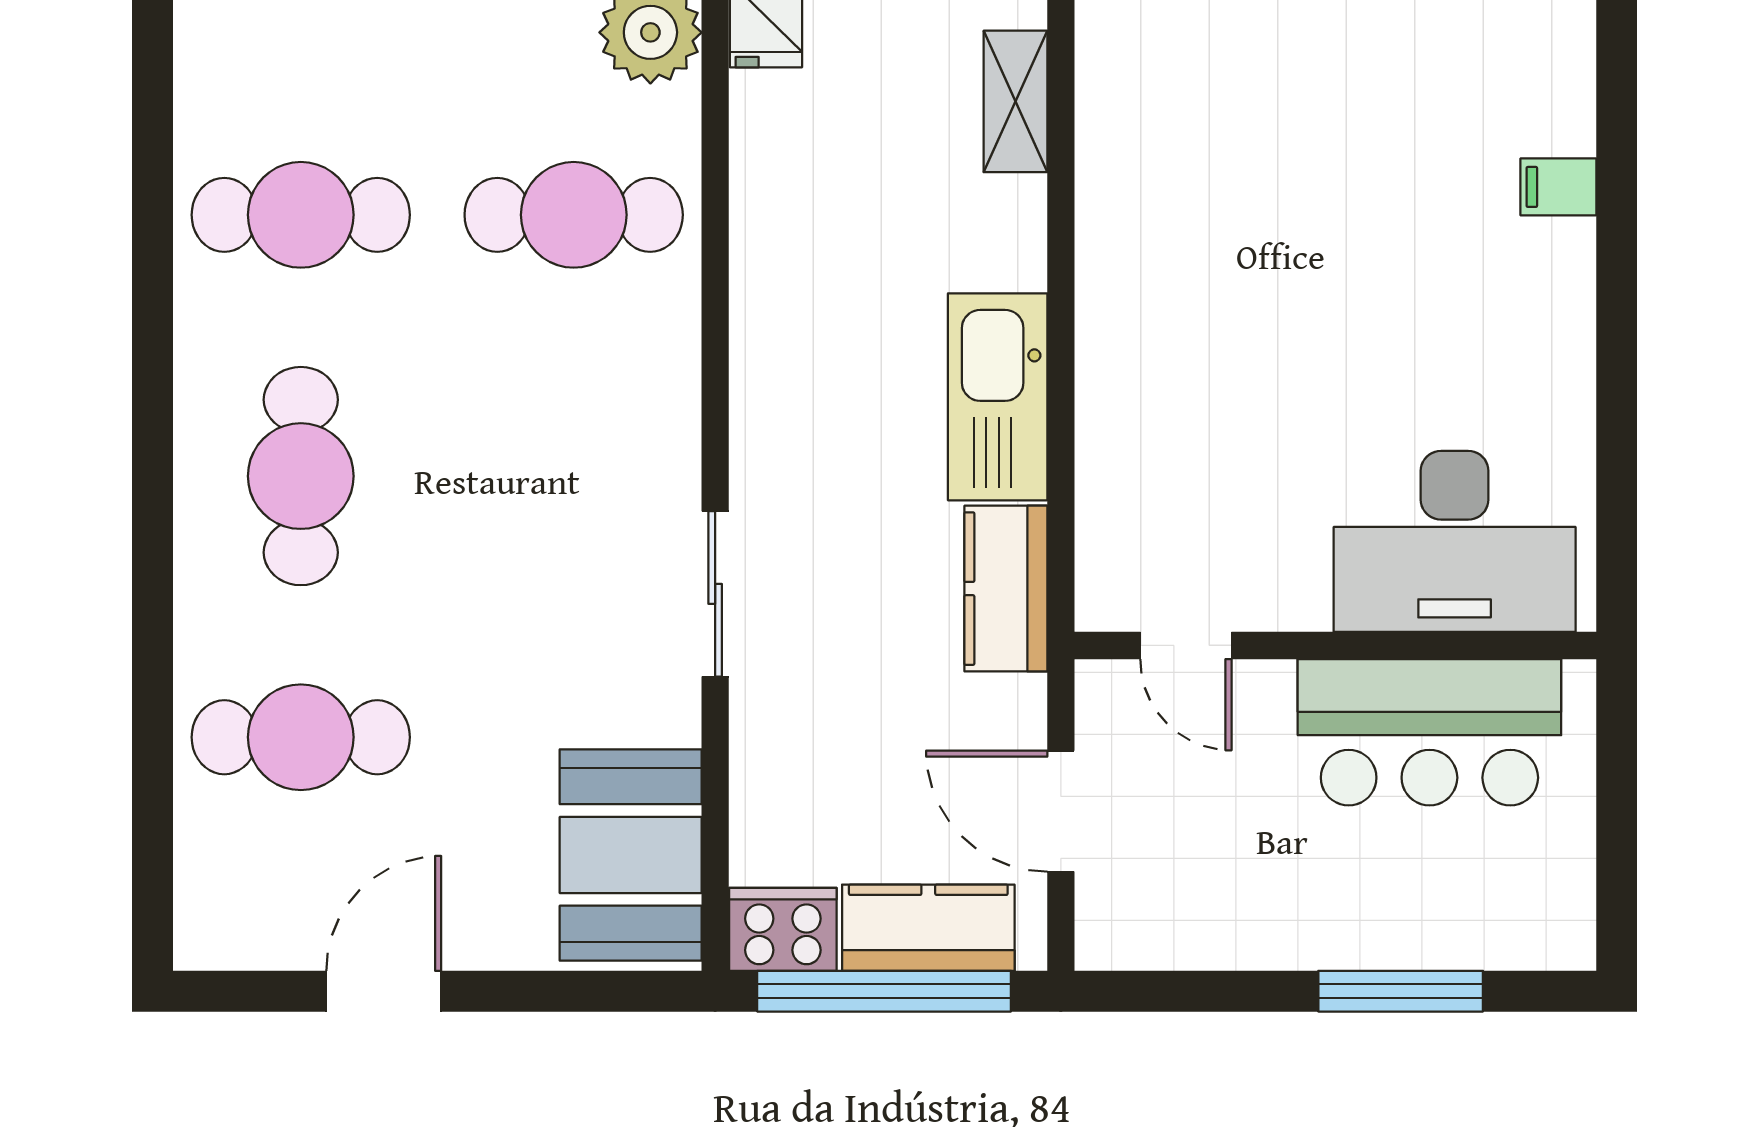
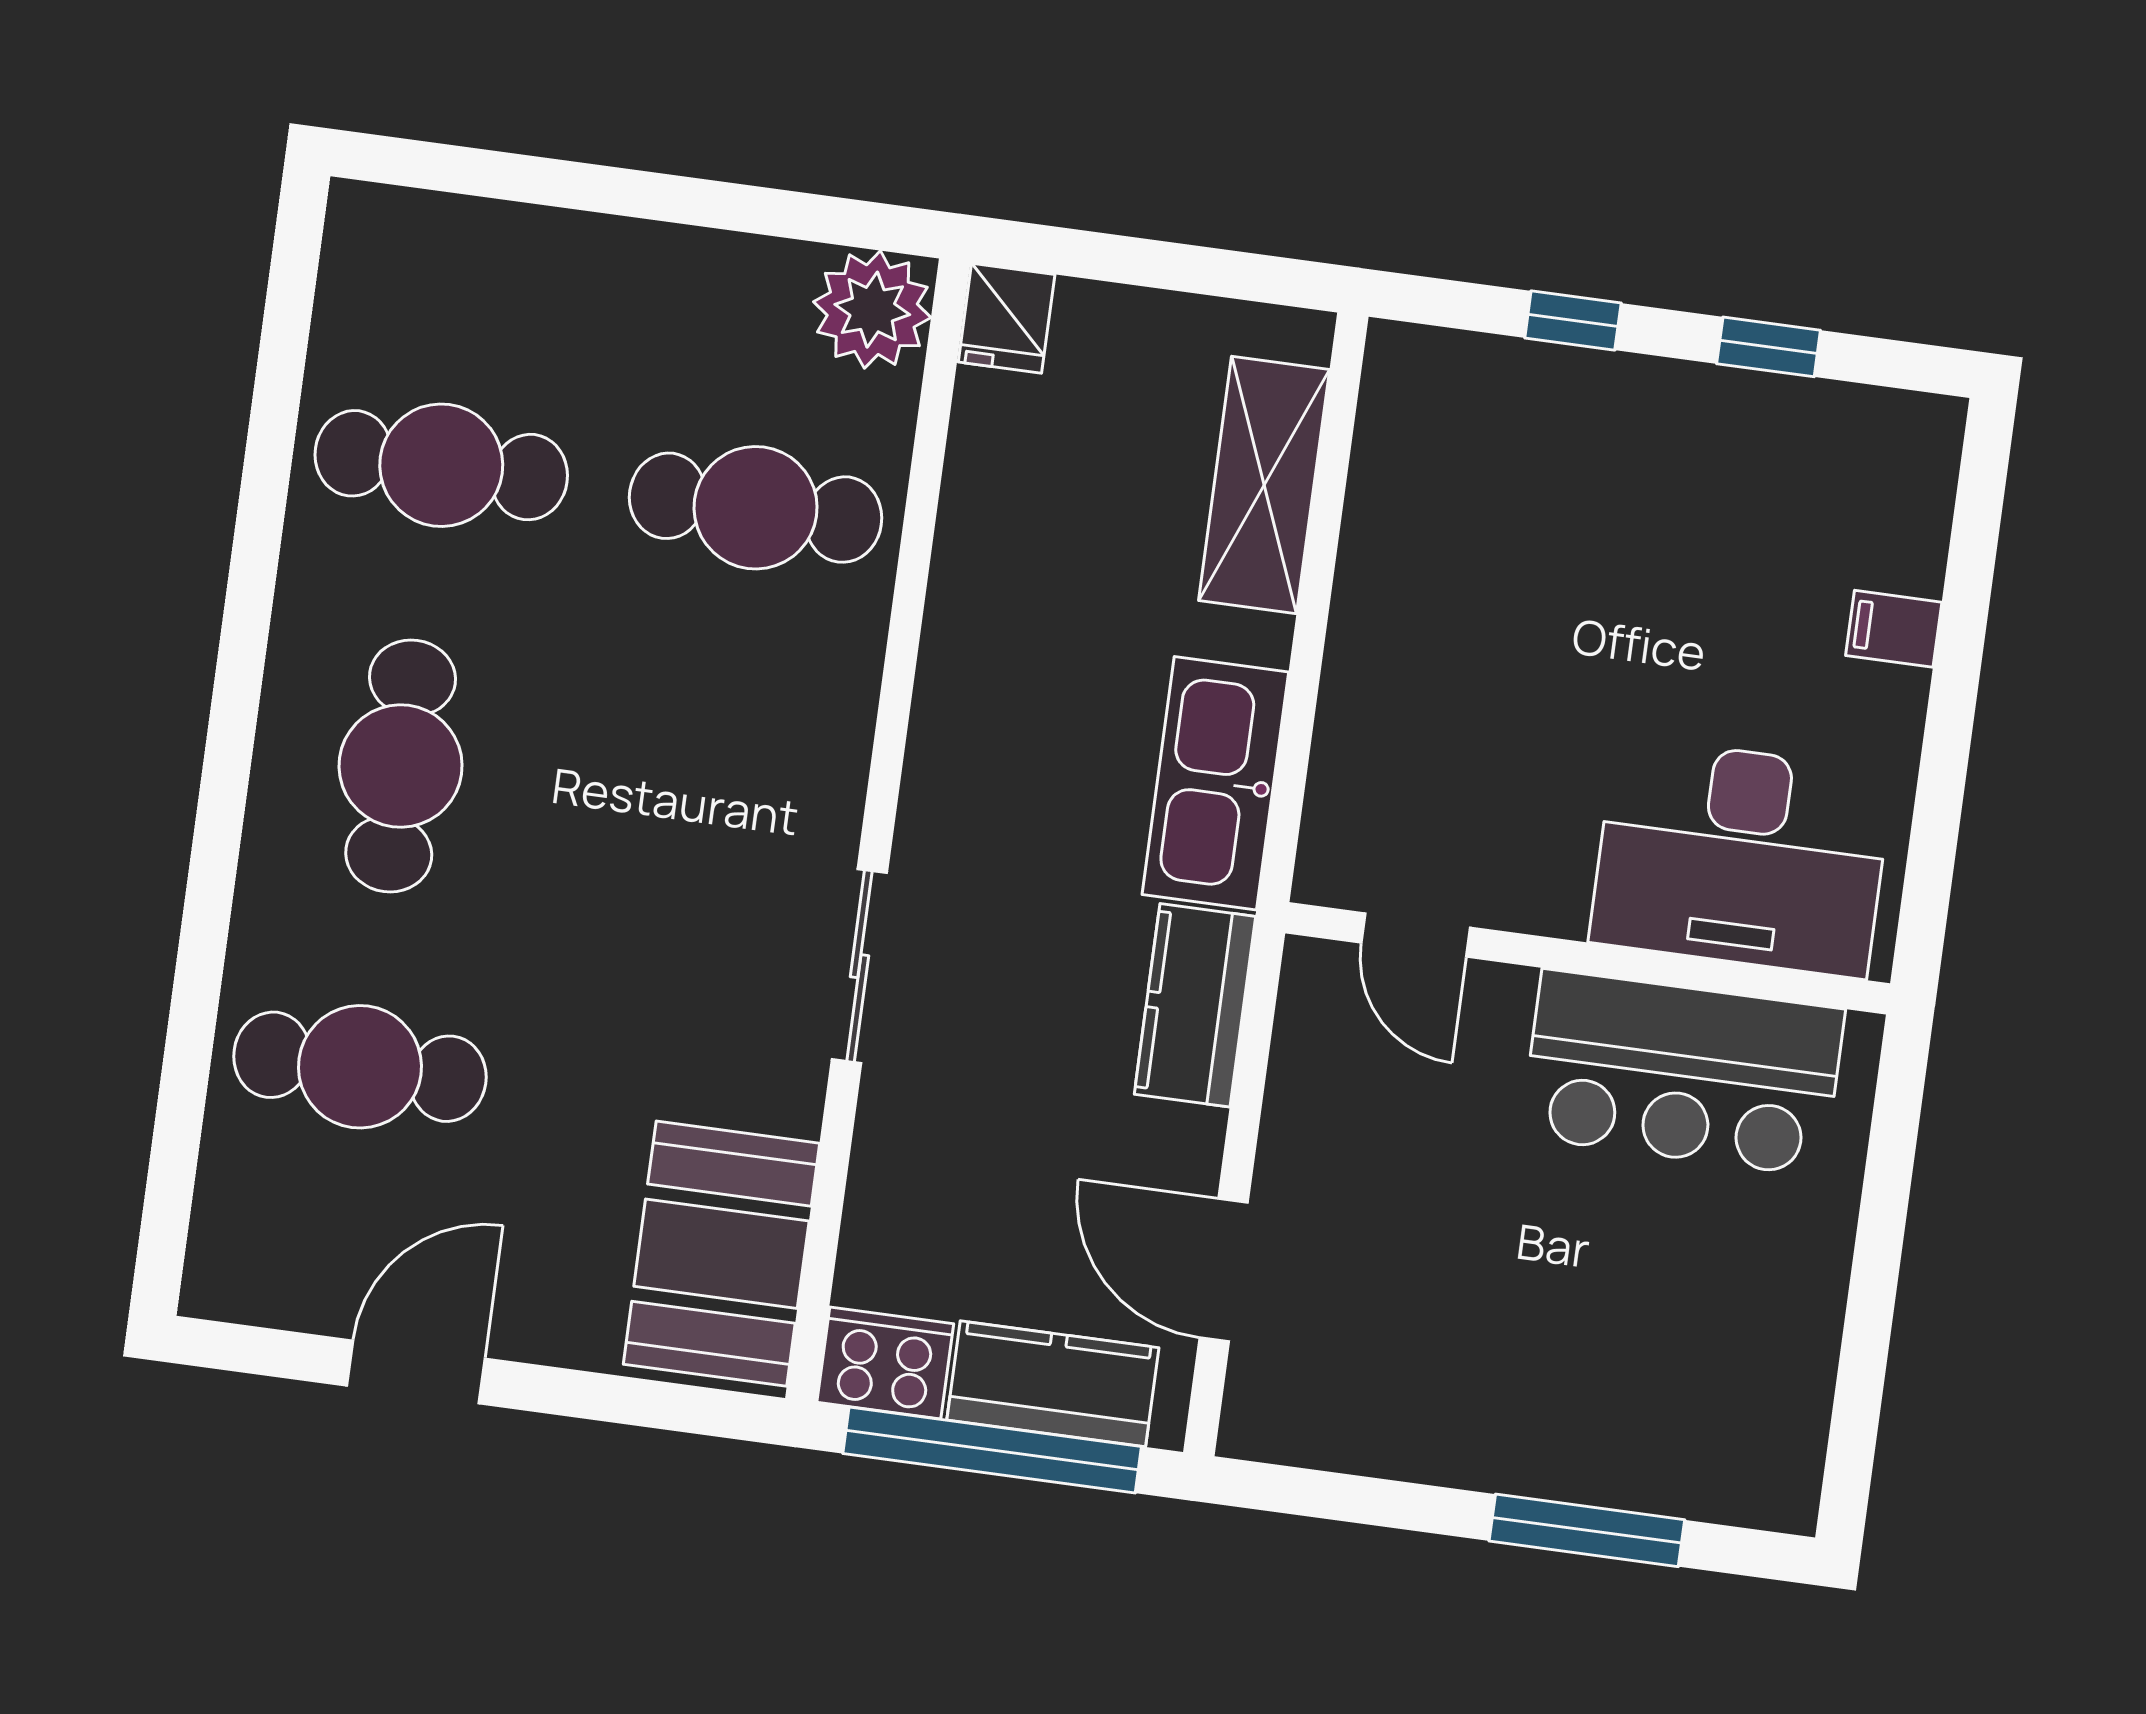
shelving: (1015, 101) -> (1264, 485), width x1.50, depth x1.33
desk: (1455, 541) -> (1741, 857), moved
door: (1186, 645) -> (1416, 935), moved
wall: (1335, 645) -> (1588, 958), moved
bar counter: (1429, 732) -> (1683, 1073), moved

